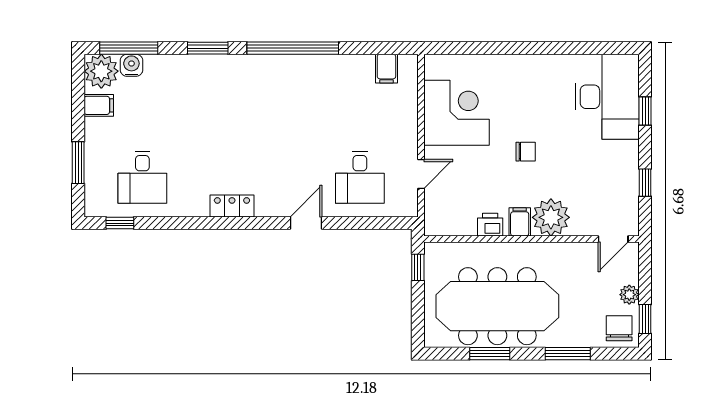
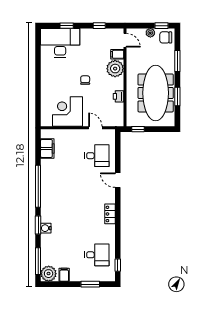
water cooler: (131, 65) -> (46, 228), moved
filing cabinet: (386, 69) -> (47, 148), width x2.00
filing cabinet: (520, 222) -> (117, 54), moved

